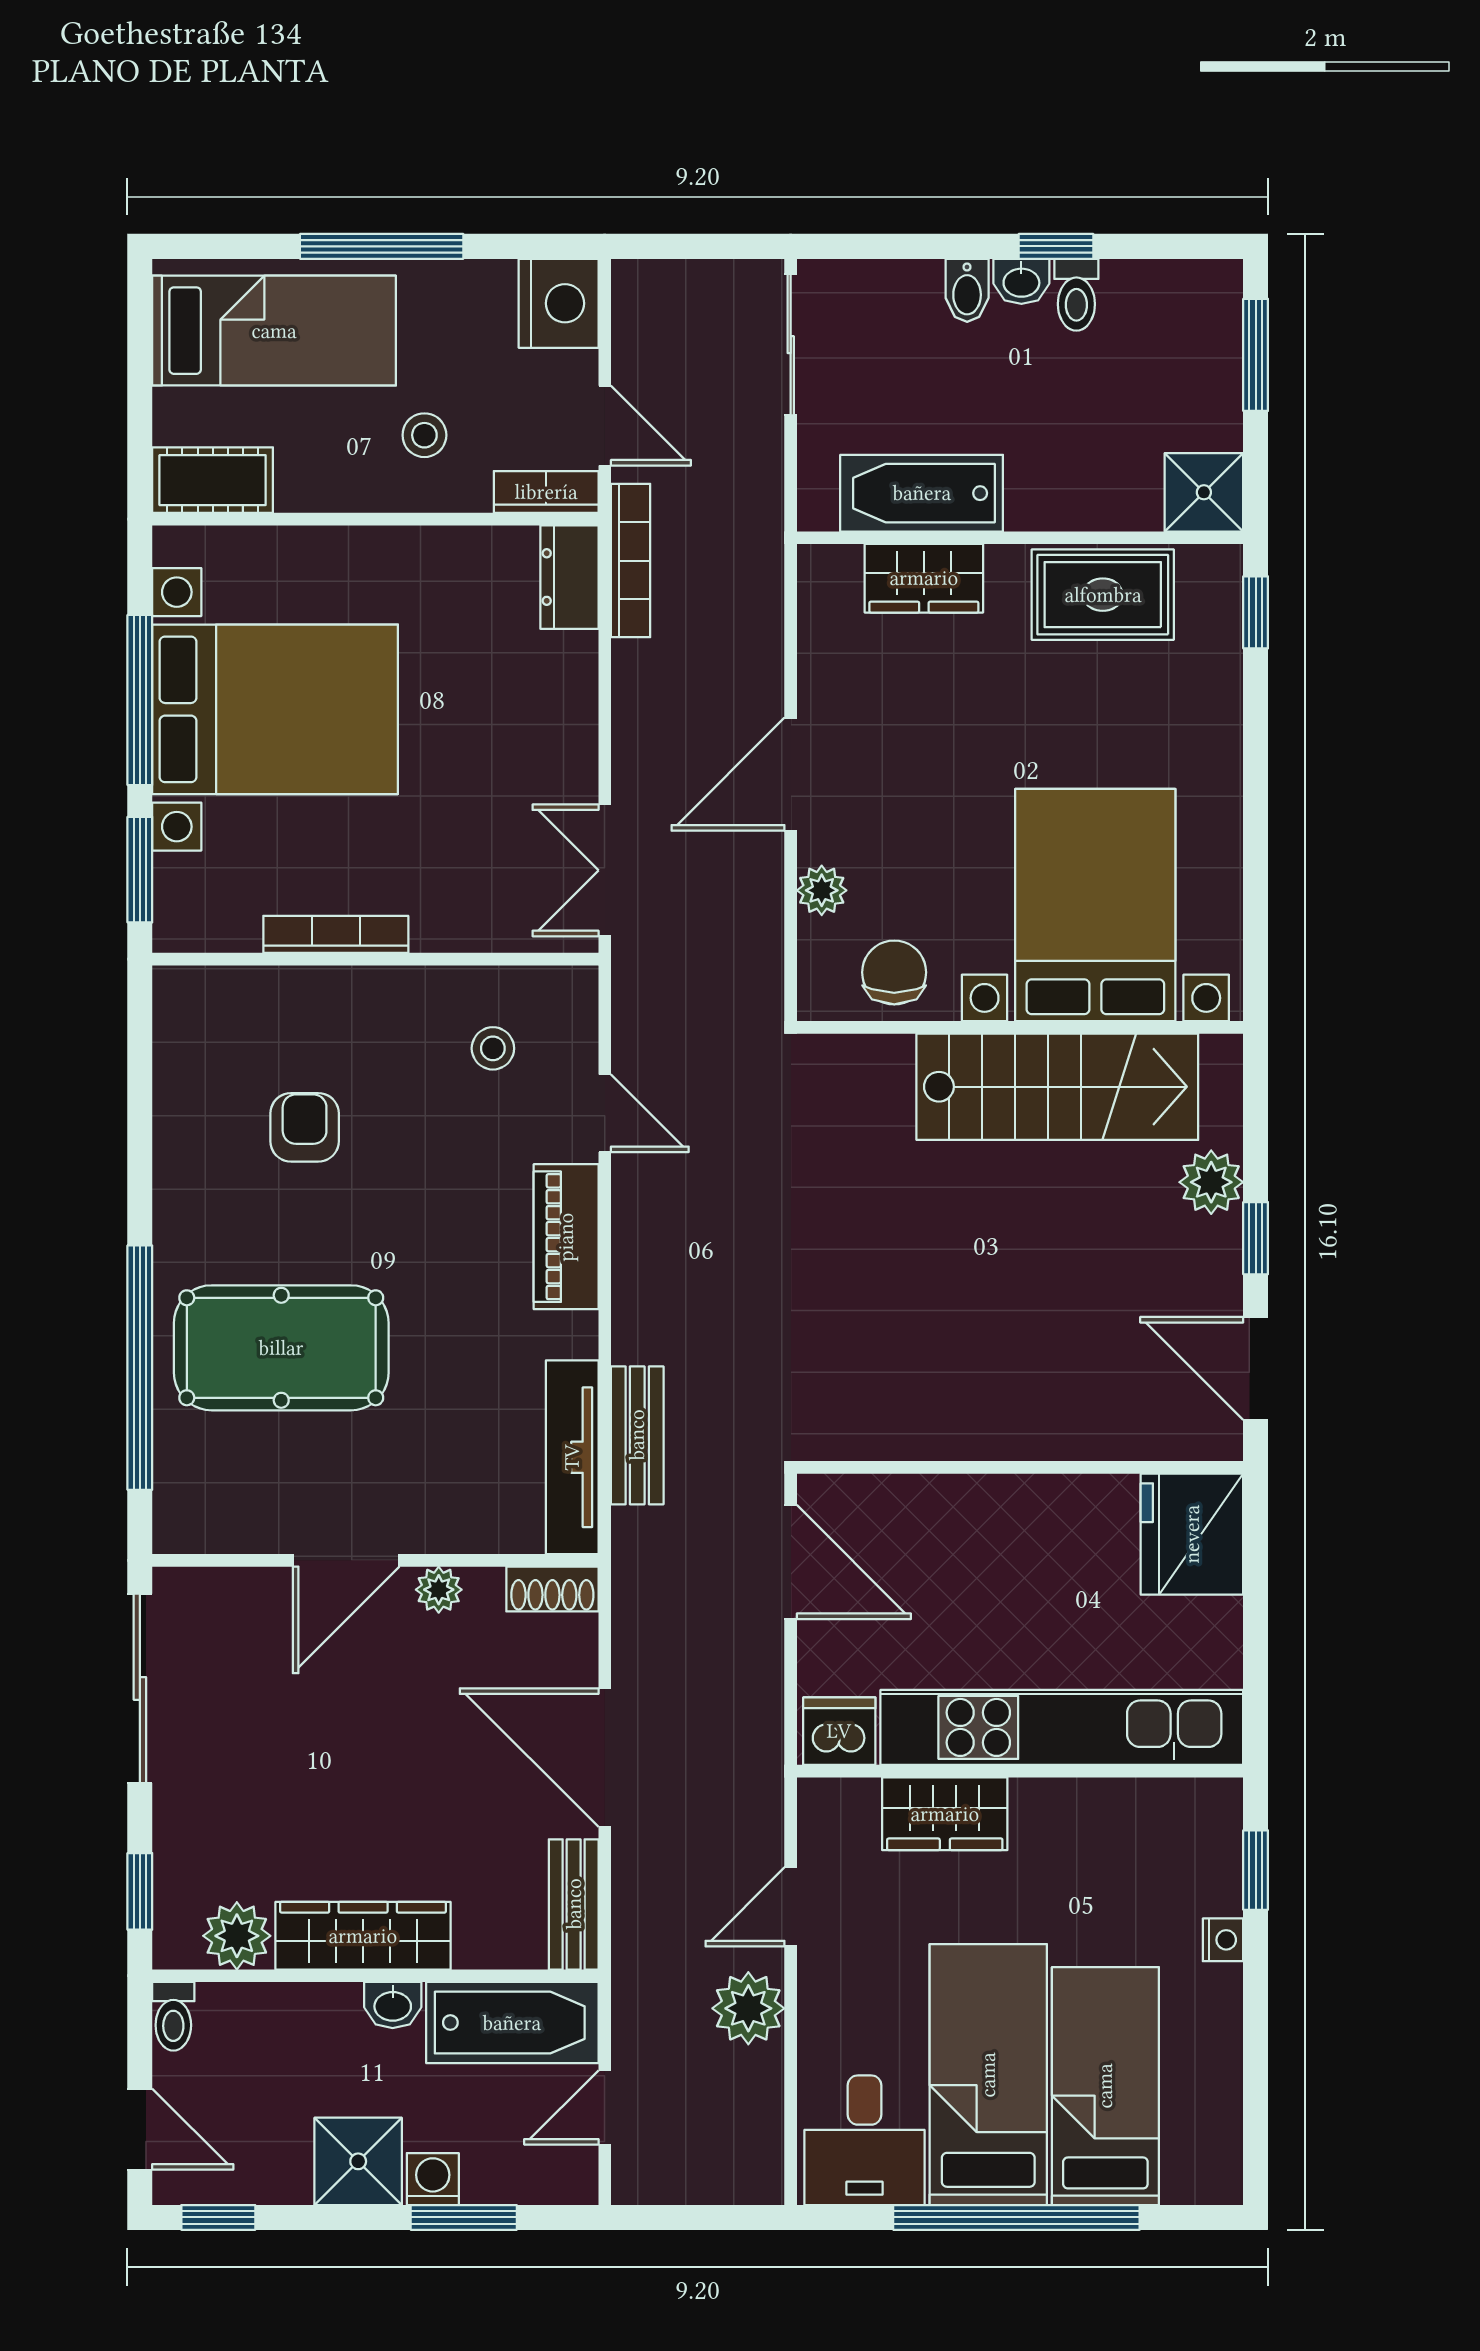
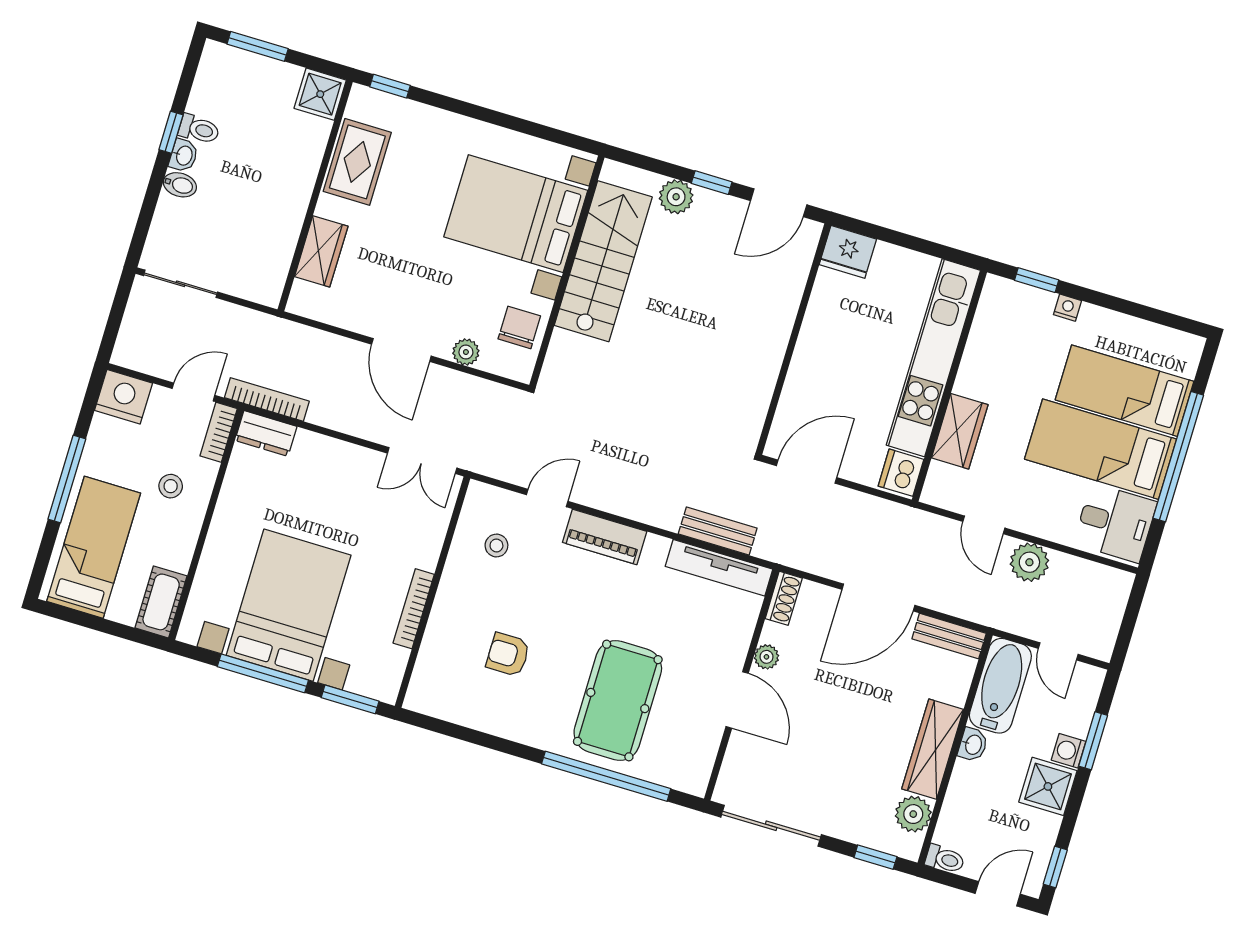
bathtub: (922, 493) -> (277, 239), removed
chair: (894, 972) -> (519, 327), turned 90
fridge: (1192, 1534) -> (848, 252), width x0.73, depth x0.75

